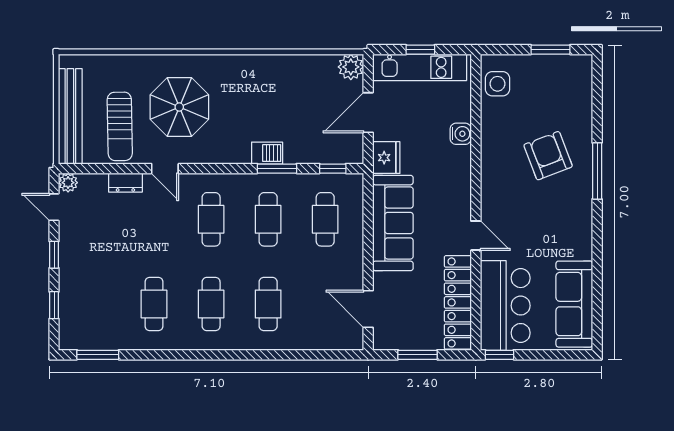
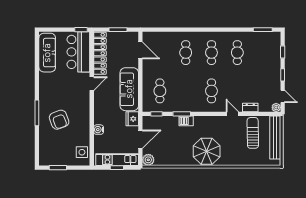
parasol: (179, 107) -> (207, 151), moved
cafe table: (268, 219) -> (186, 91), removed
door: (476, 236) -> (92, 84), swing flipped

